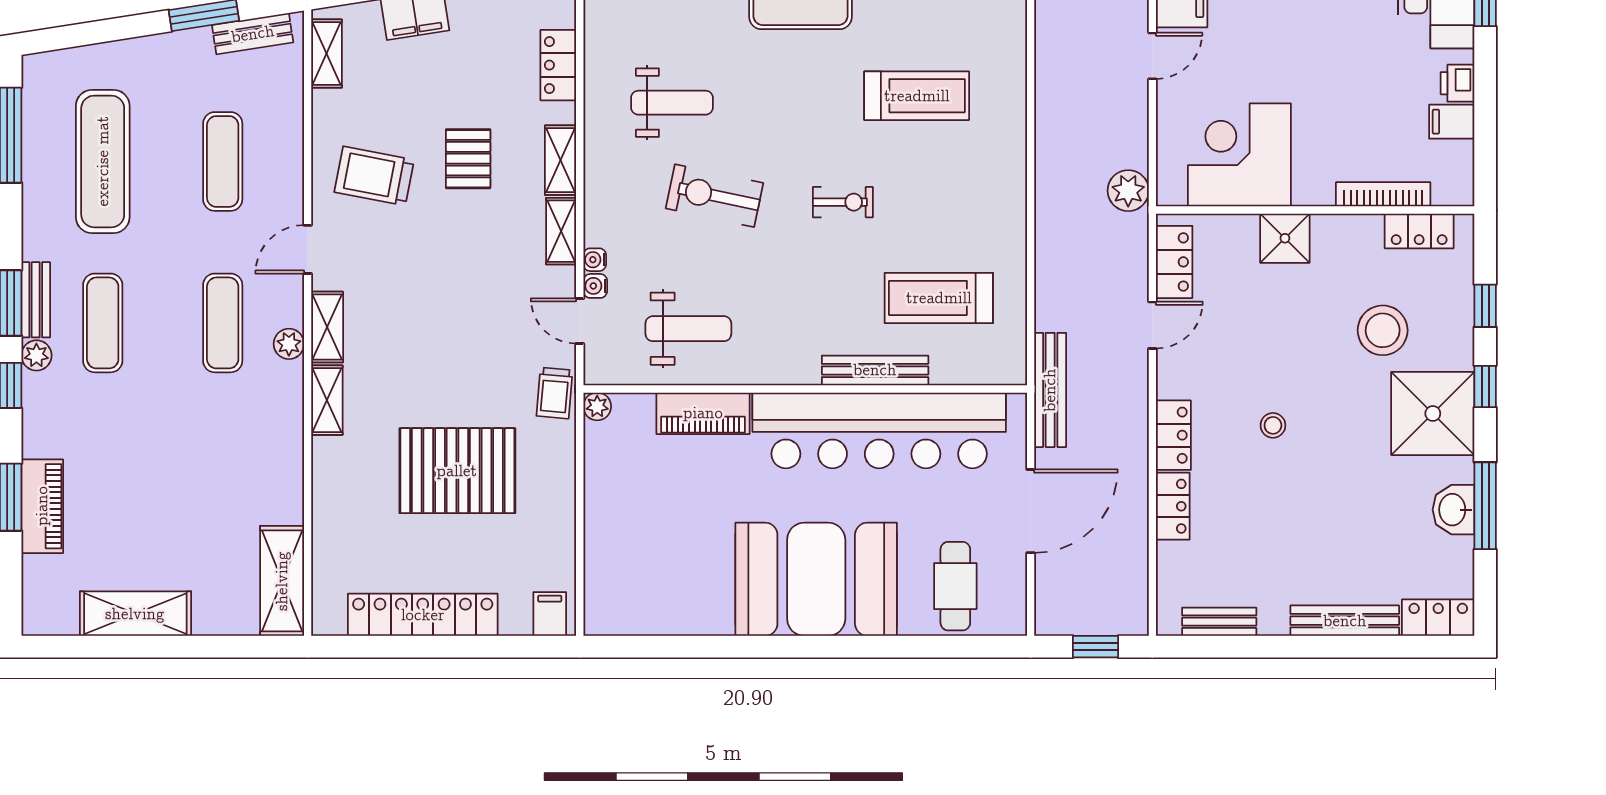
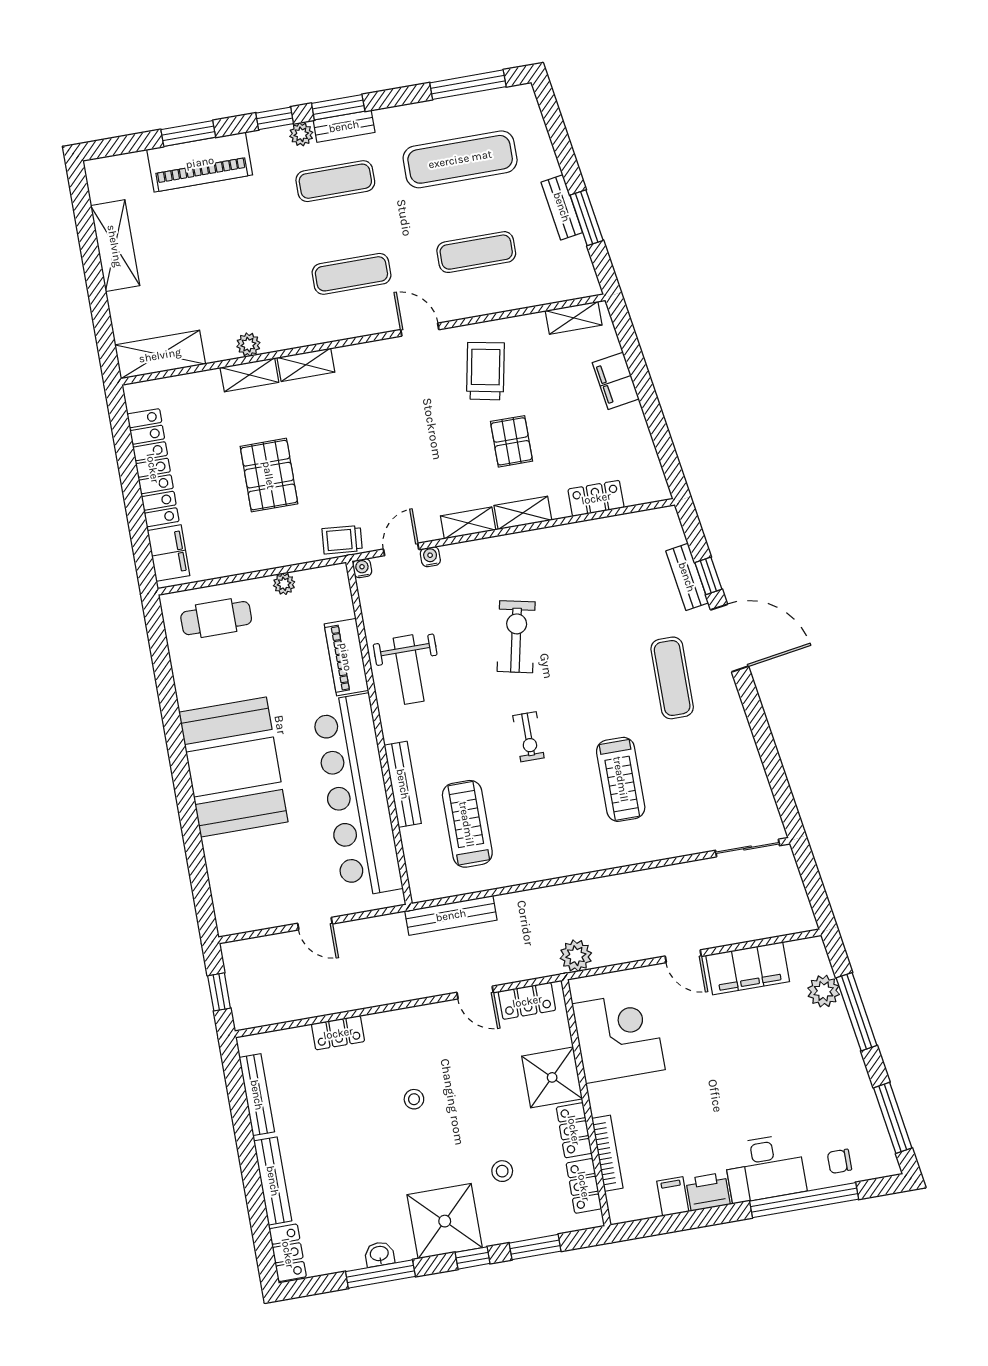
bench: (253, 34) -> (562, 207), moved
printer: (1458, 83) -> (708, 1192), width x1.36, depth x1.24
weight bench: (672, 103) -> (582, 591), removed
pallet: (468, 159) -> (512, 441), turned 90
shower: (1285, 238) -> (552, 1077), width x1.36, depth x1.36
water cooler: (595, 260) -> (362, 568), moved
window: (1485, 306) -> (535, 1247), width x1.50
shelving: (327, 327) -> (249, 375), moved
weight bench: (688, 329) -> (409, 670), moved
stool: (1383, 330) -> (502, 1171), width x0.53, depth x0.53
plant: (289, 344) -> (248, 345), moved
bench: (1050, 390) -> (451, 915), moved
plant: (597, 406) -> (284, 584), moved
locker: (1173, 435) -> (574, 1130), moved, turned 90
pallet: (457, 471) -> (269, 475), width x0.73, depth x0.71
piano: (42, 506) -> (200, 162), width x1.37, depth x1.33
washbasin: (1453, 510) -> (379, 1254), width x0.72, depth x0.69
door: (1031, 511) -> (315, 924), width x0.53
cafe table: (955, 586) -> (216, 618), moved
filing cabinet: (550, 614) -> (169, 553), width x2.00
bench: (1219, 622) -> (257, 1095), width x1.36

